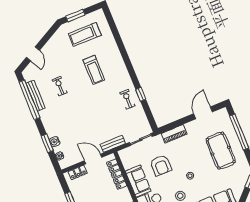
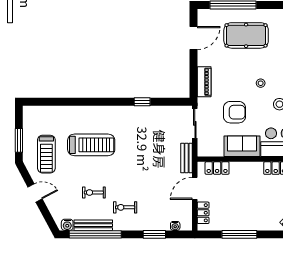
treadmill: (85, 34) -> (46, 154), moved
door: (33, 54) -> (35, 193), moved
treadmill: (94, 70) -> (91, 145), width x1.37, depth x1.38
exercise bike: (127, 99) -> (125, 207), moved
door: (203, 113) -> (193, 38), swing flipped
water cooler: (55, 142) -> (67, 225), moved
locker: (117, 174) -> (217, 168), width x0.66

